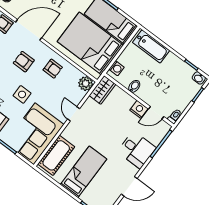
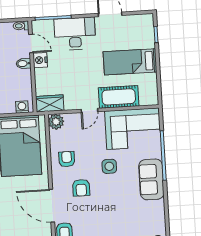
bidet: (134, 86) -> (24, 64), moved
desk: (137, 150) -> (75, 34), width x1.37
cot: (56, 155) -> (119, 97), moved

